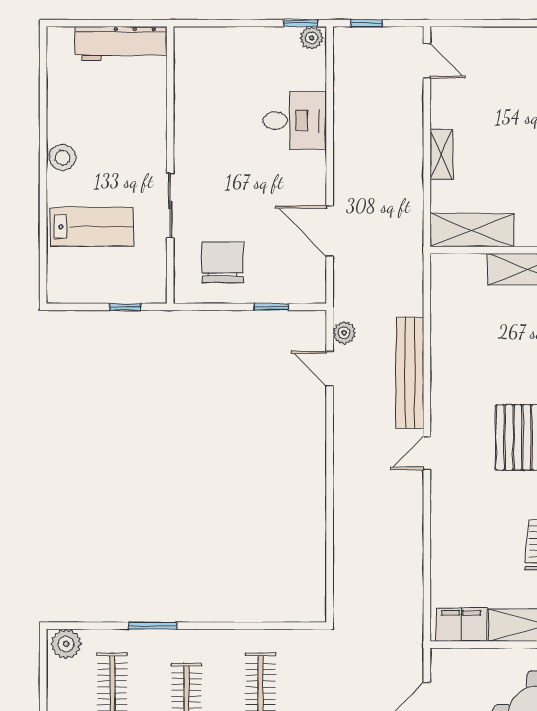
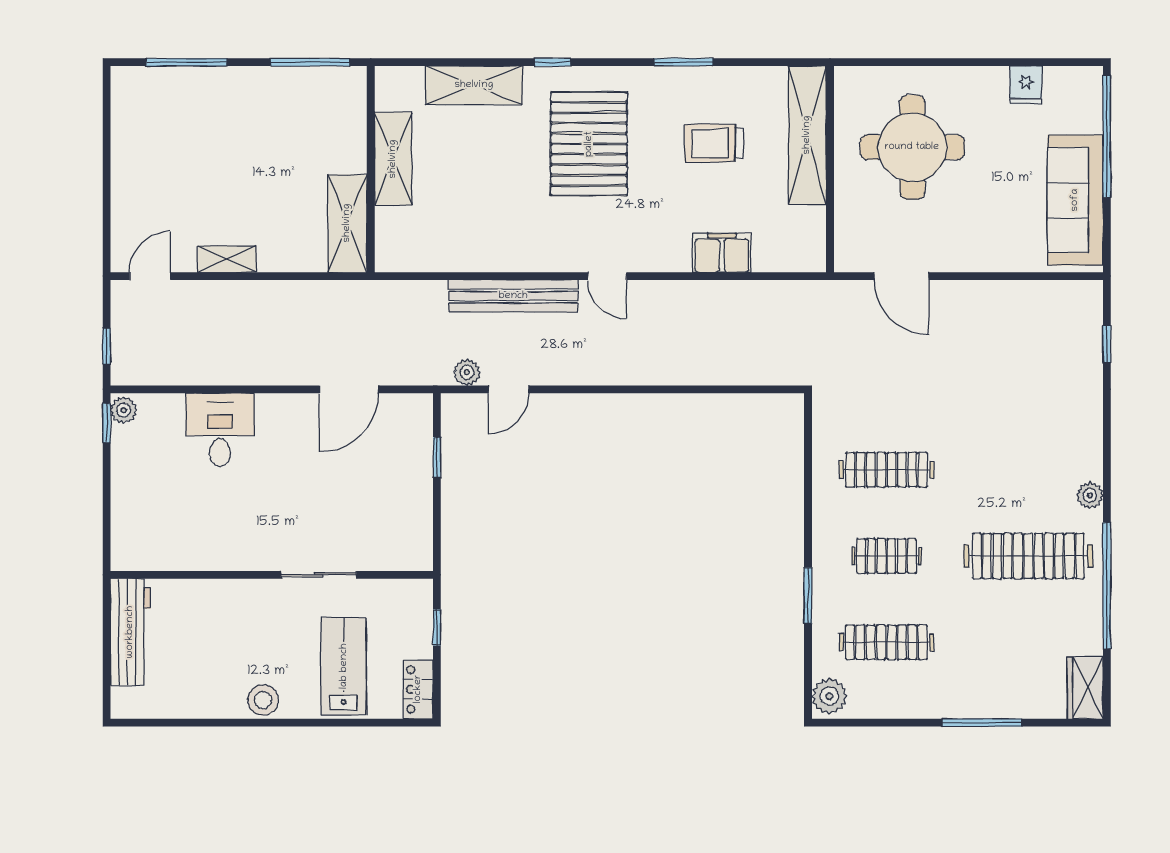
shelving: (441, 155) -> (227, 259), moved
chair: (223, 262) -> (385, 514), removed
locker: (72, 291) -> (418, 689), added
filing cabinet: (461, 625) -> (722, 253), moved, turned 90

